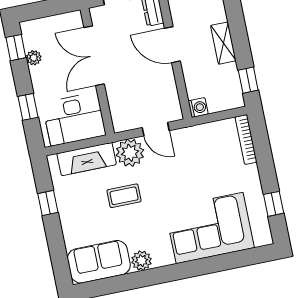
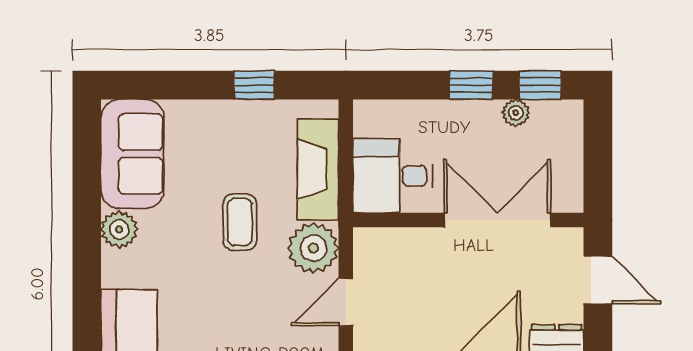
window: (28, 107) -> (471, 85), moved
desk: (74, 119) -> (393, 176), width x0.73

